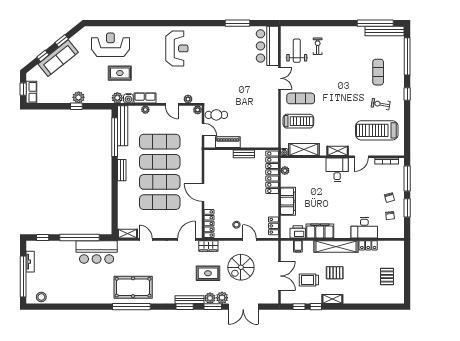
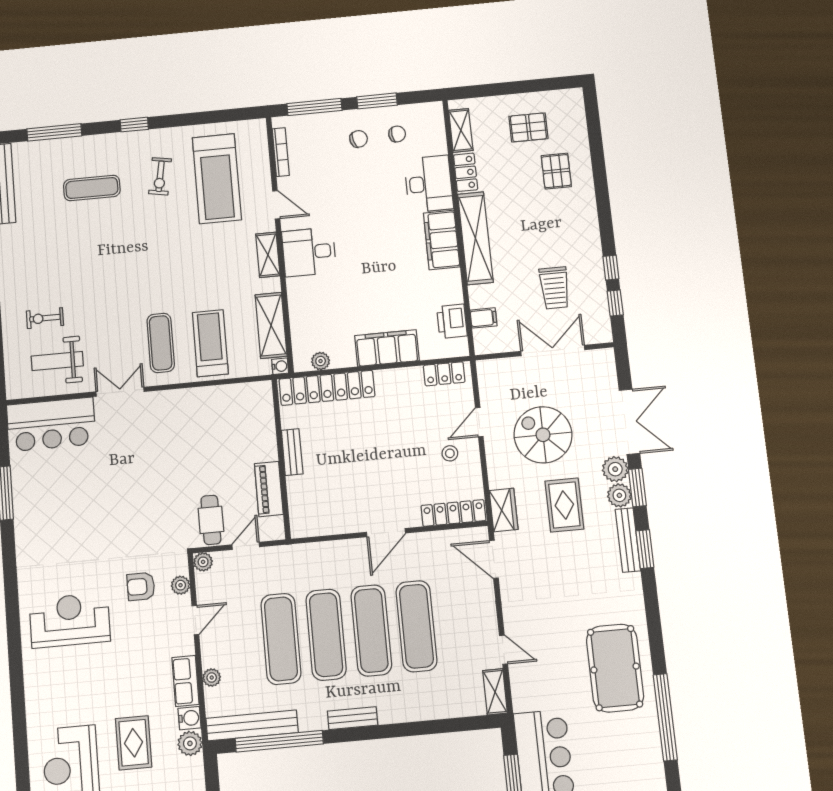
window: (407, 56) -> (54, 132), width x0.68
armchair: (189, 81) -> (141, 587), added
filing cabinet: (320, 231) -> (442, 240), moved
door: (146, 239) -> (503, 650), swing flipped
spiral stairs: (241, 267) -> (543, 435), turned 180
pallet: (335, 273) -> (556, 171), moved
shelving: (332, 299) -> (461, 130), moved
window: (131, 307) -> (665, 717), moved

